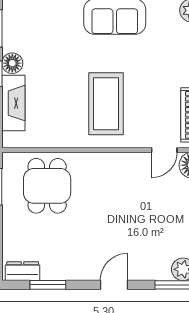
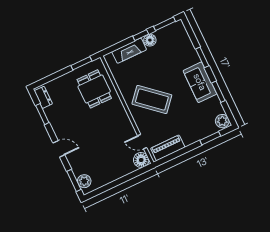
coffee table: (106, 104) -> (152, 99), turned 41
dining table: (47, 186) -> (94, 89), turned 90

